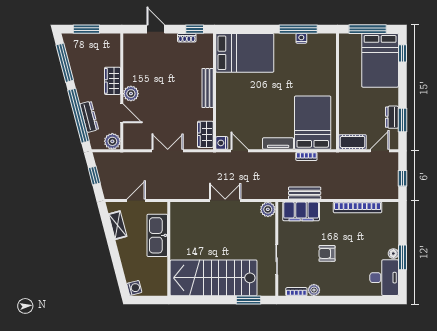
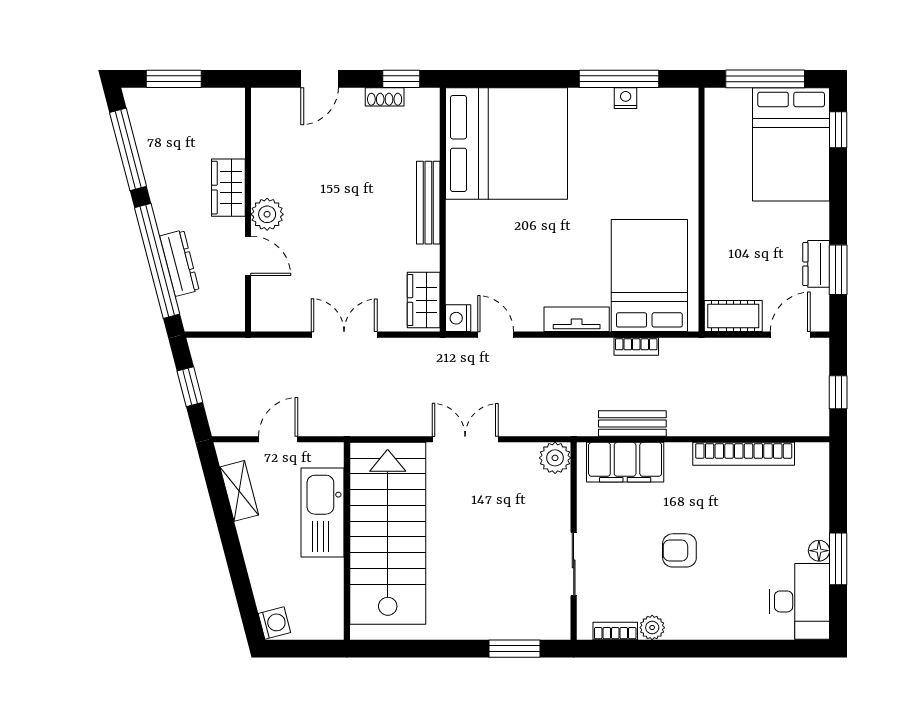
door: (156, 29) -> (320, 79), swing flipped
bed: (245, 53) -> (507, 144), width x1.36
plant: (112, 141) -> (228, 315), removed
stairs: (214, 278) -> (388, 533), moved, turned 90

